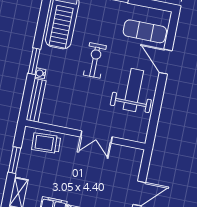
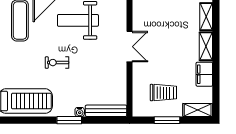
exercise bike: (95, 60) -> (57, 63), width x0.73, depth x0.72
trolley: (46, 143) -> (163, 93), moved, turned -87

